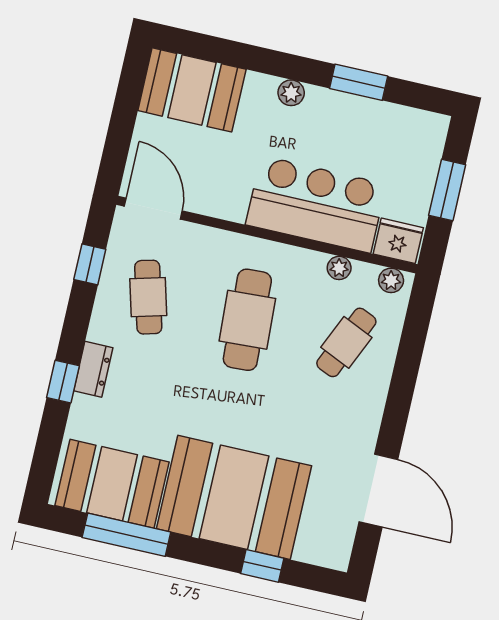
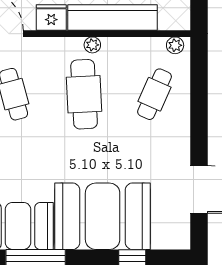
fridge: (398, 241) -> (51, 17), moved
plant: (339, 268) -> (92, 45), moved

